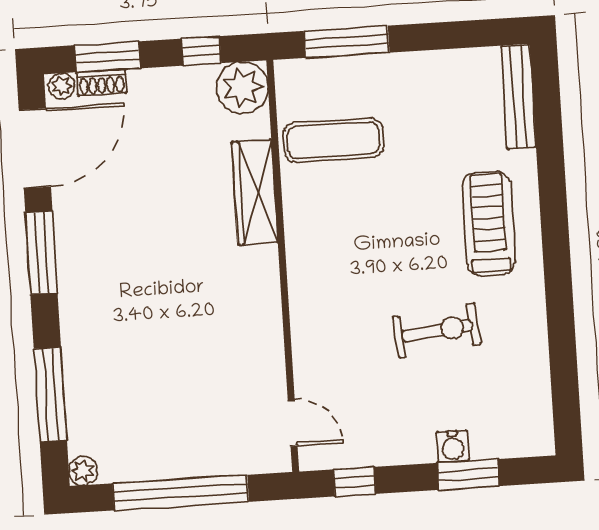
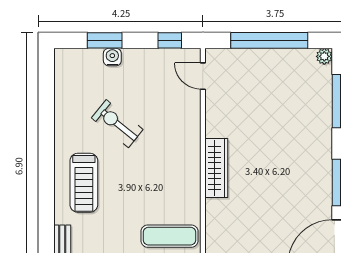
wardrobe: (255, 192) -> (216, 168), moved
exercise bike: (437, 331) -> (117, 124), turned 45

